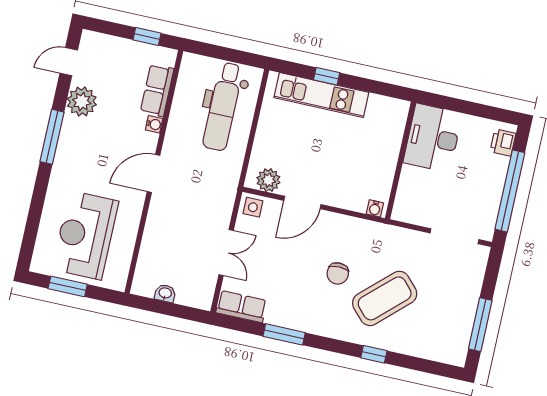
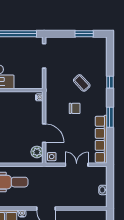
coffee table: (385, 298) -> (82, 83), width x0.54, depth x0.58
row of seats: (241, 307) -> (101, 139), width x2.02
window: (480, 325) -> (84, 34), width x0.69
window: (284, 334) -> (110, 117), moved

